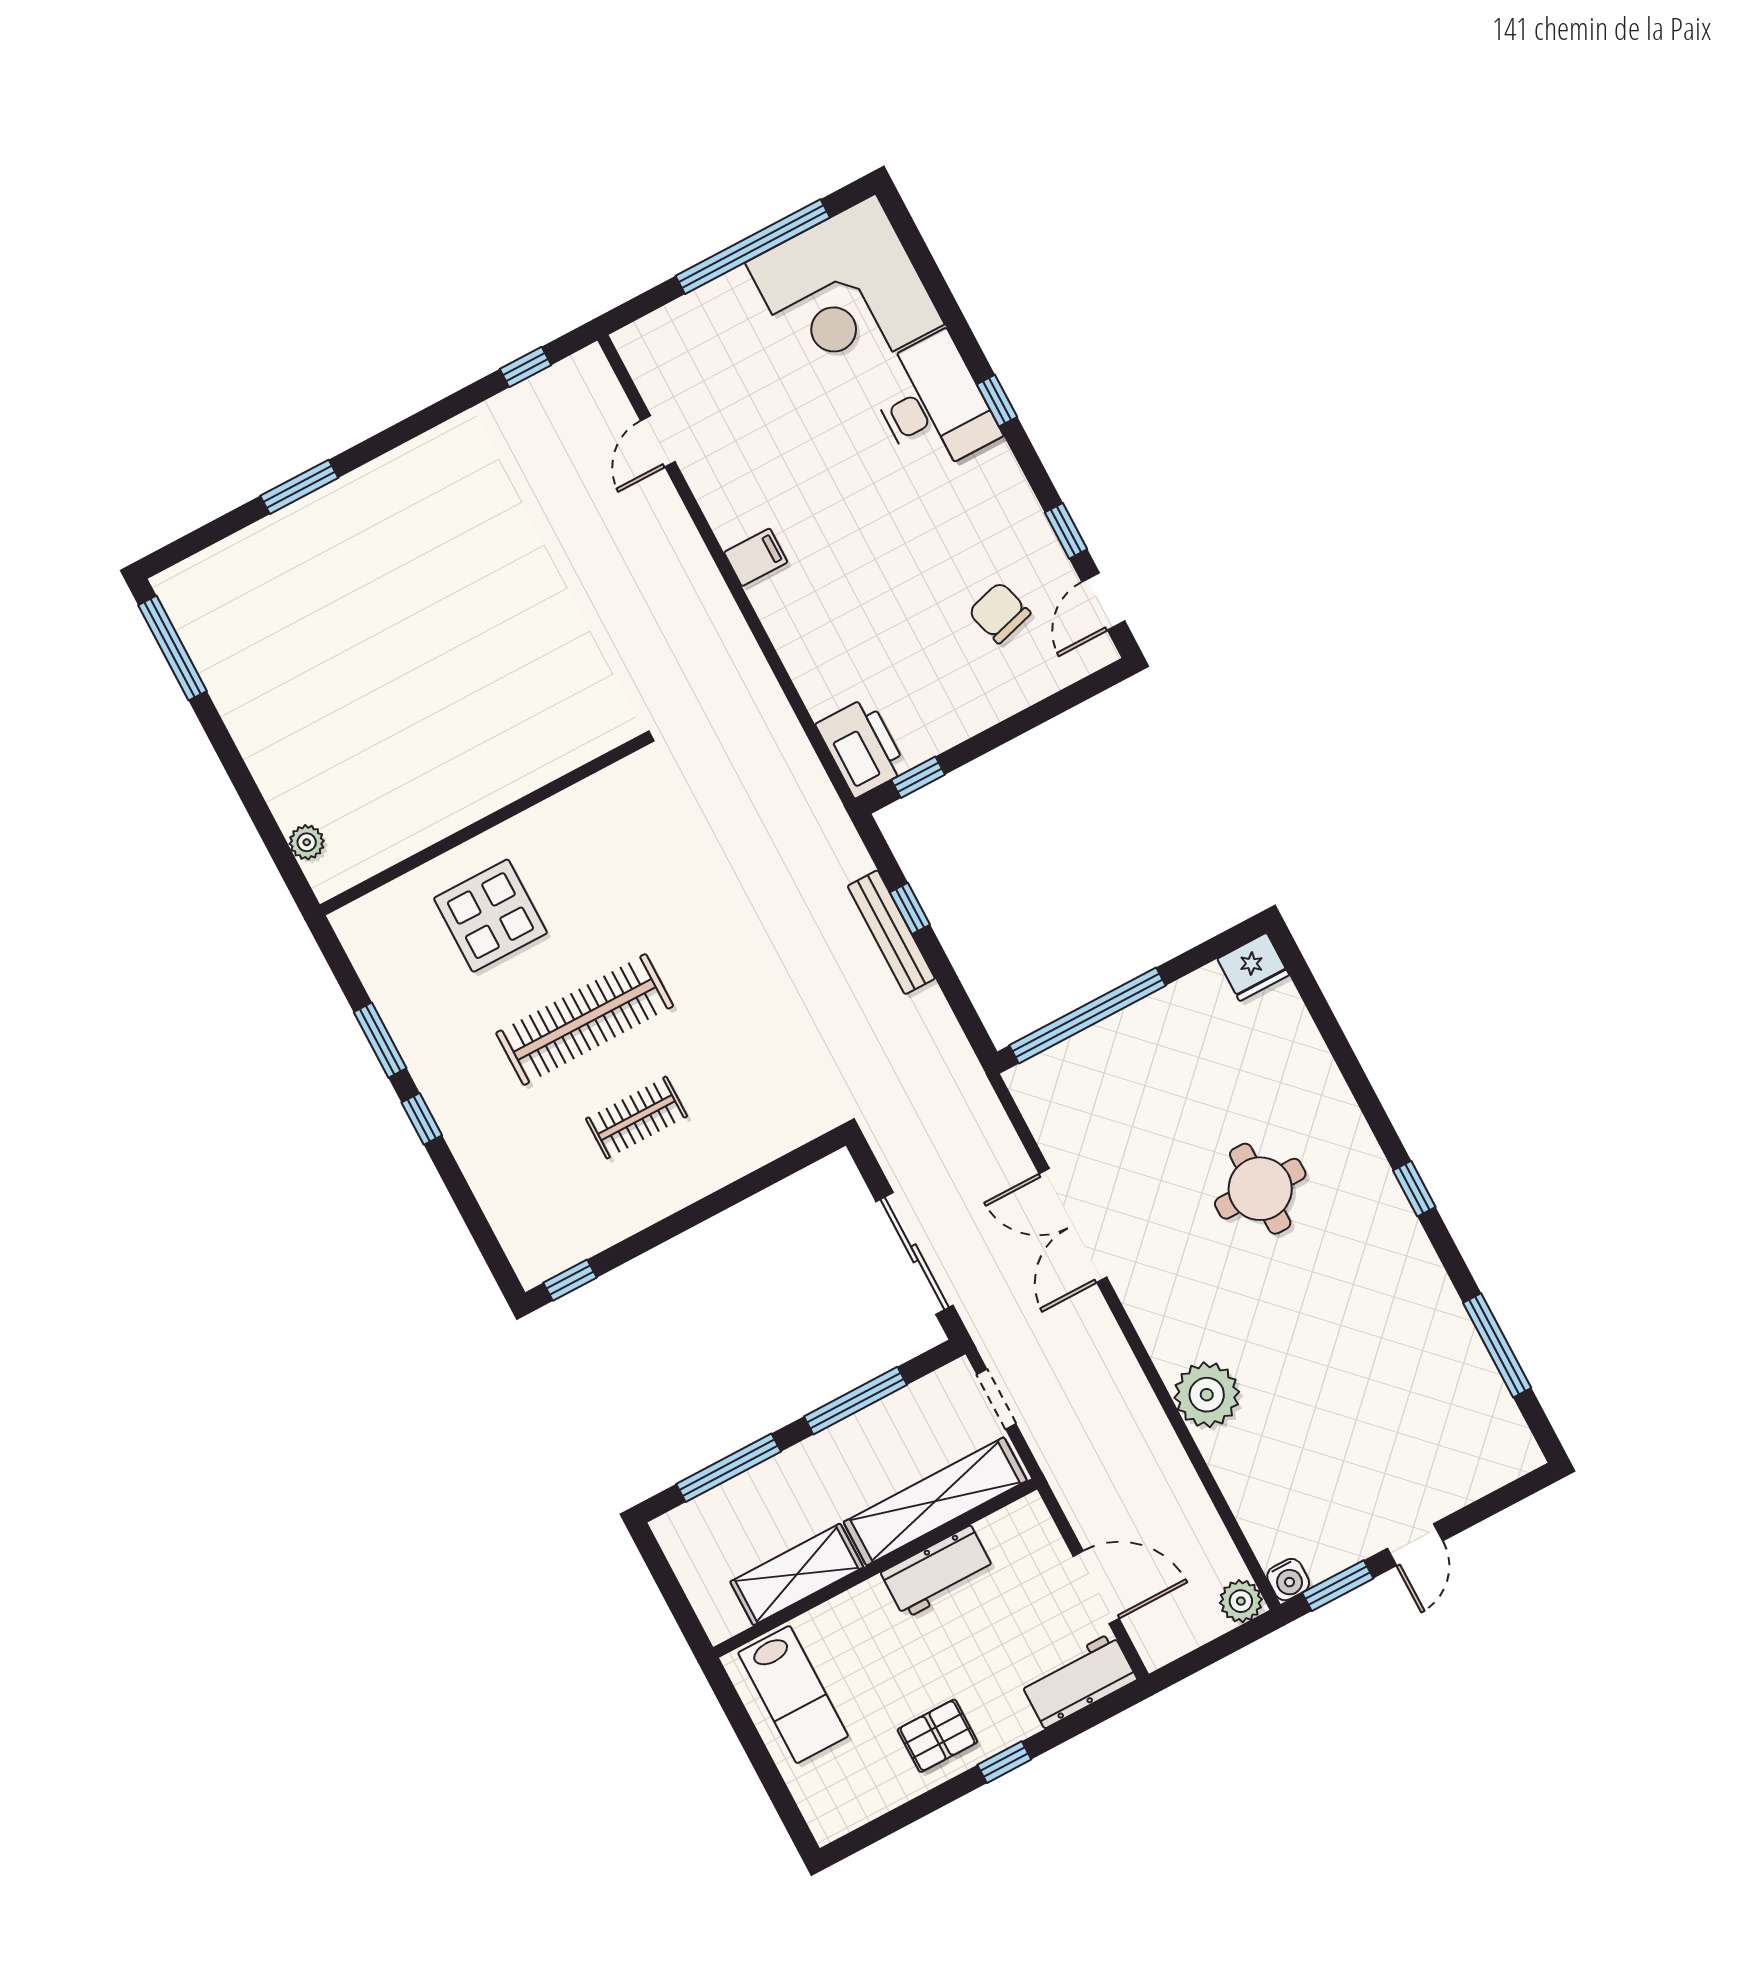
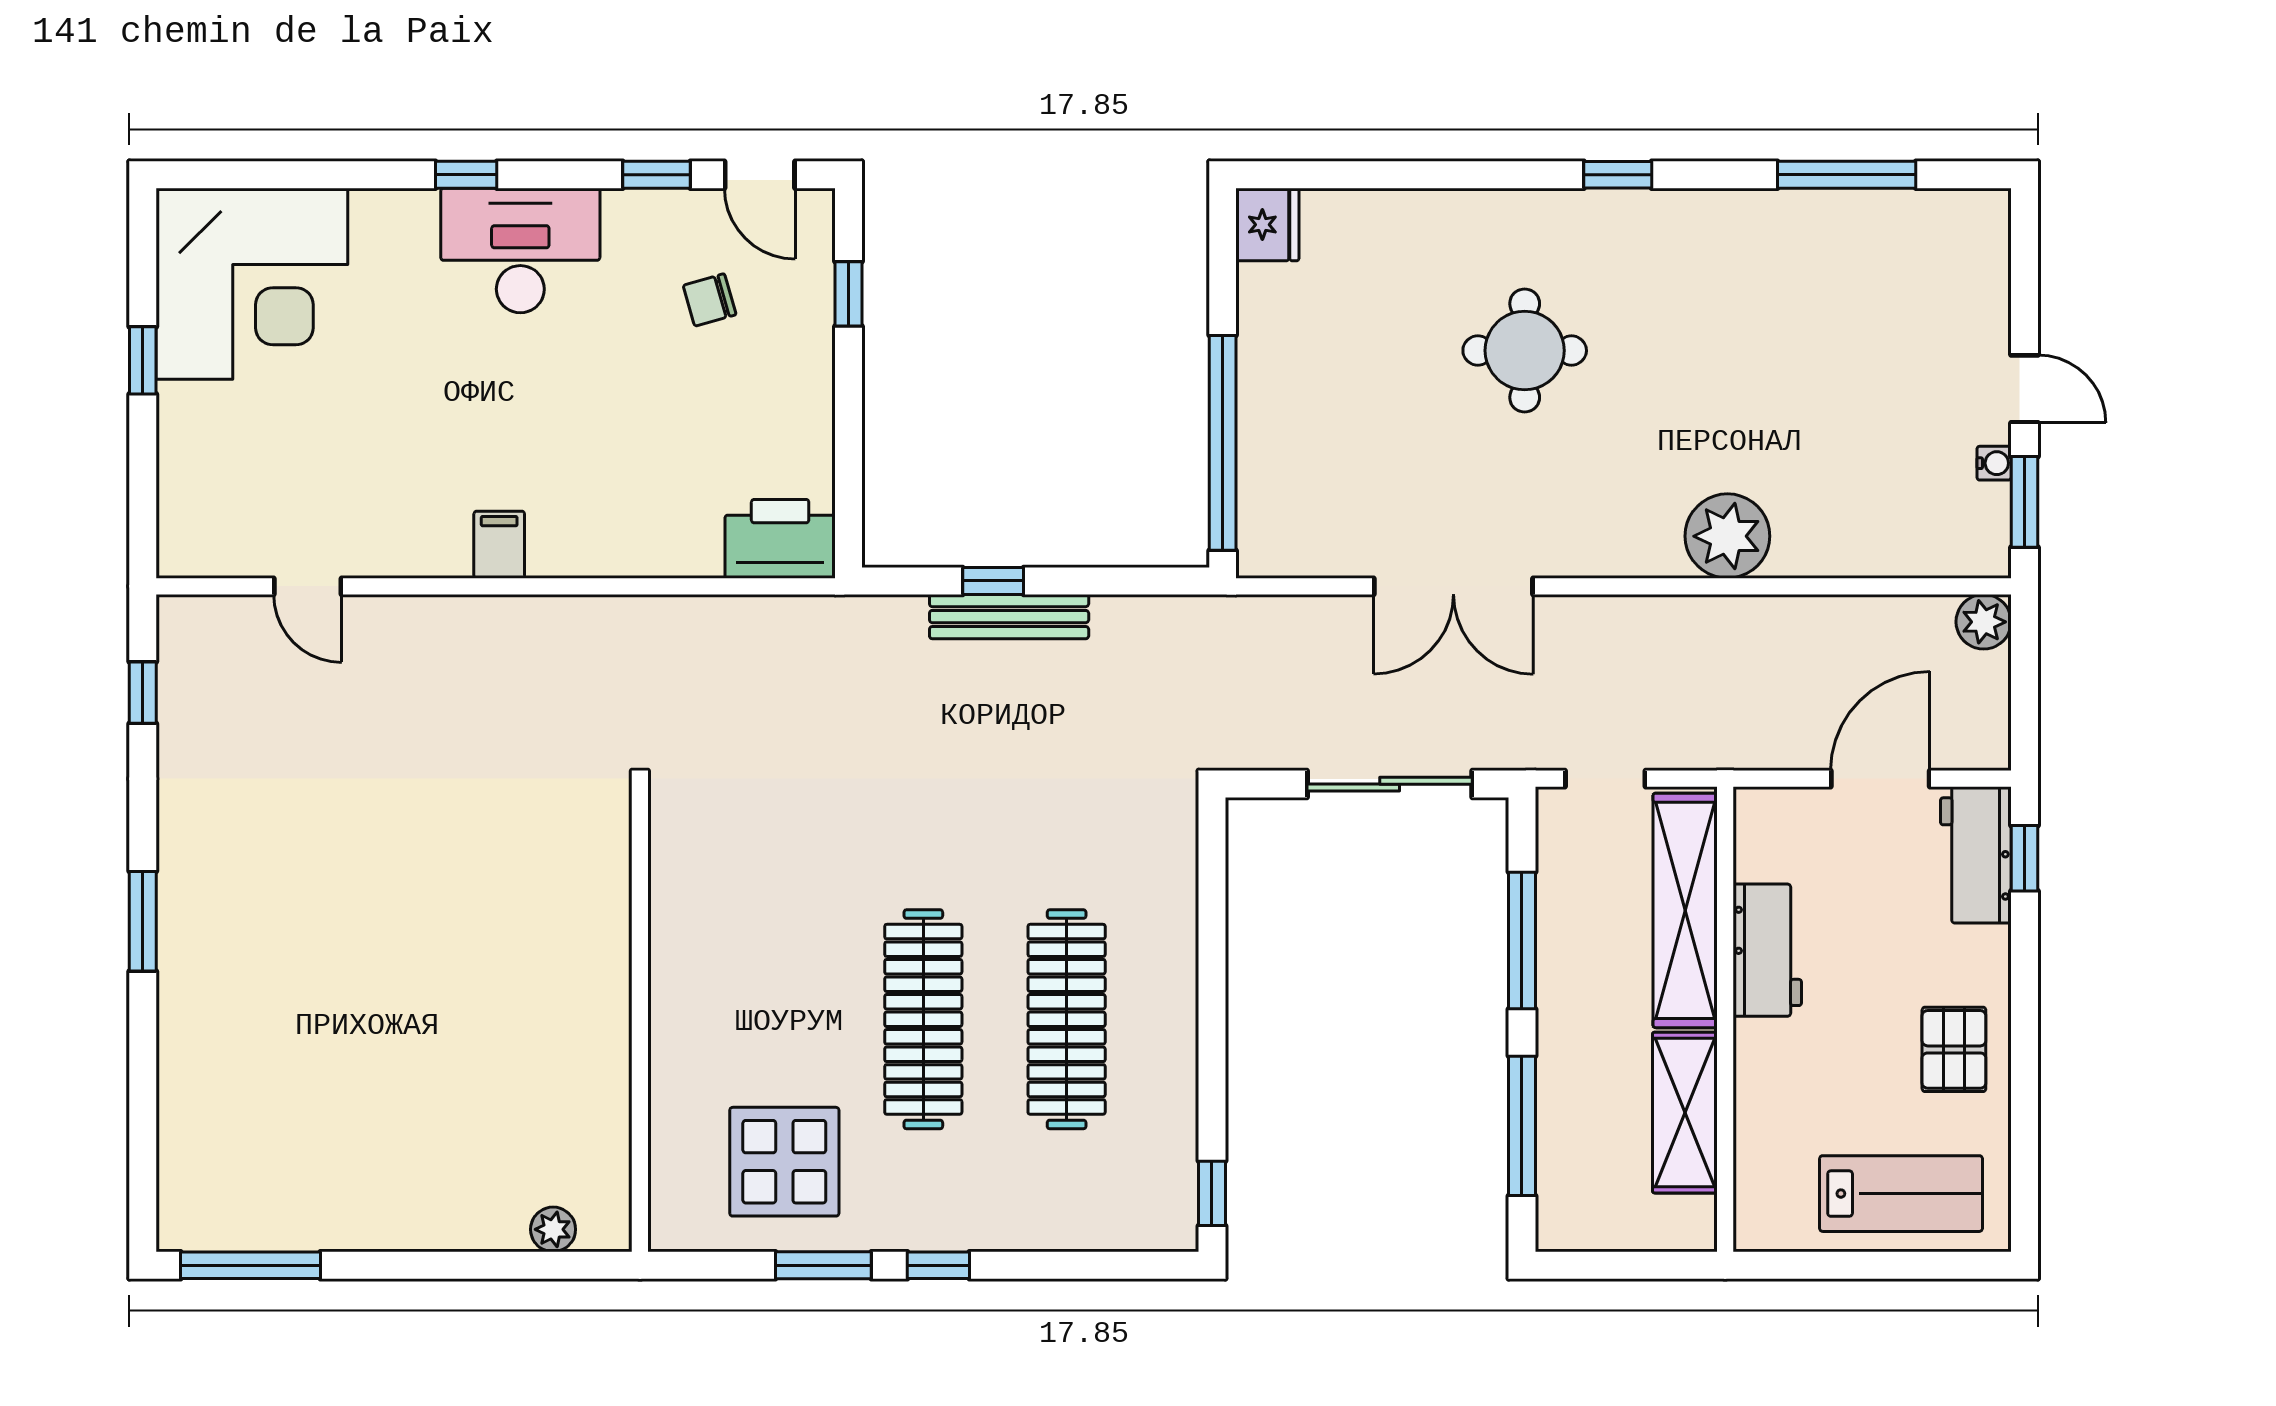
window: (753, 247) -> (143, 360), width x0.32
desk: (932, 404) -> (520, 250), moved
window: (299, 487) -> (143, 921), moved
chair: (999, 613) -> (710, 300), width x0.73, depth x0.73
window: (918, 777) -> (848, 294), moved
display table: (490, 916) -> (784, 1162), moved
clothes rail: (637, 1118) -> (1067, 1019), width x1.86, depth x1.31
water cooler: (1288, 1580) -> (1994, 463), moved, width x0.72, depth x0.72
lab bench: (793, 1695) -> (1901, 1194), moved
window: (1004, 1762) -> (2024, 858), moved

